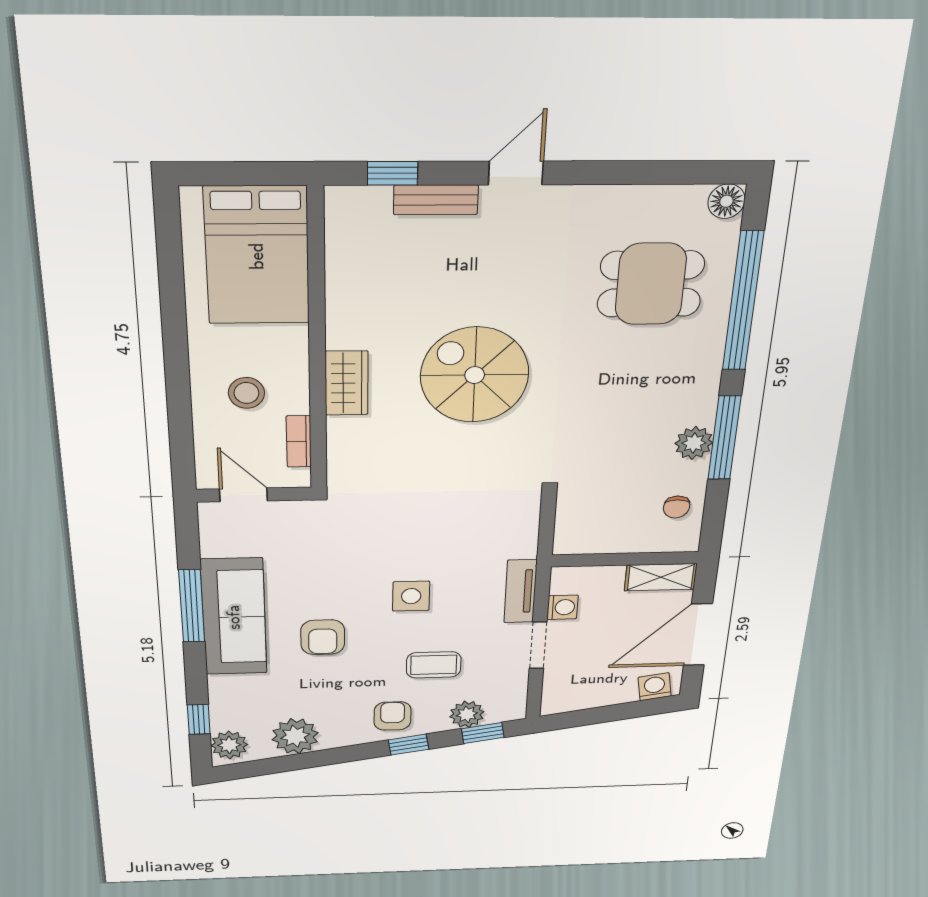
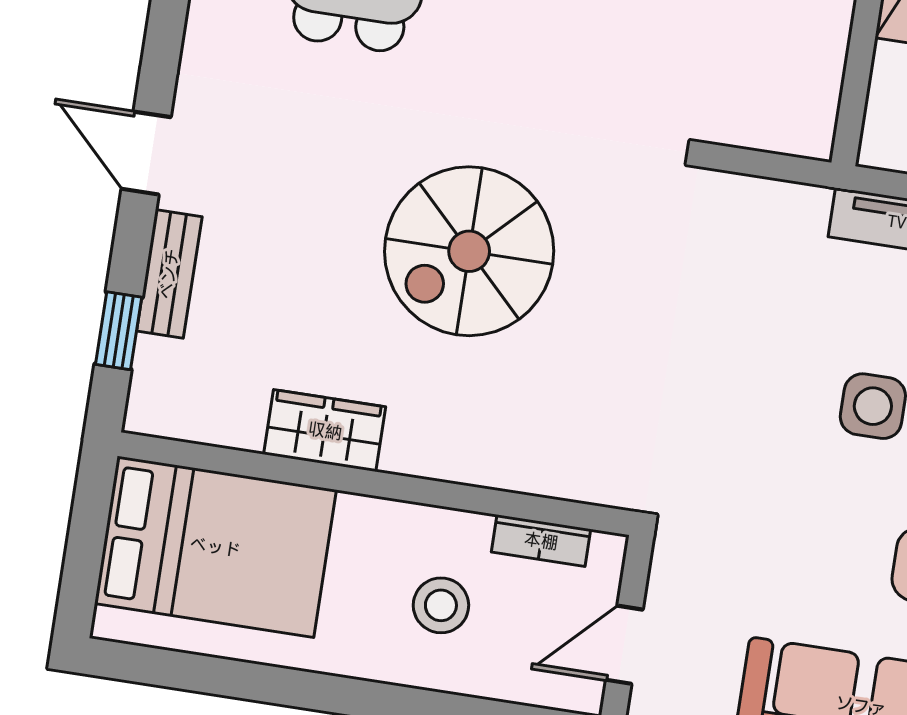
wardrobe: (347, 383) -> (325, 431), moved

